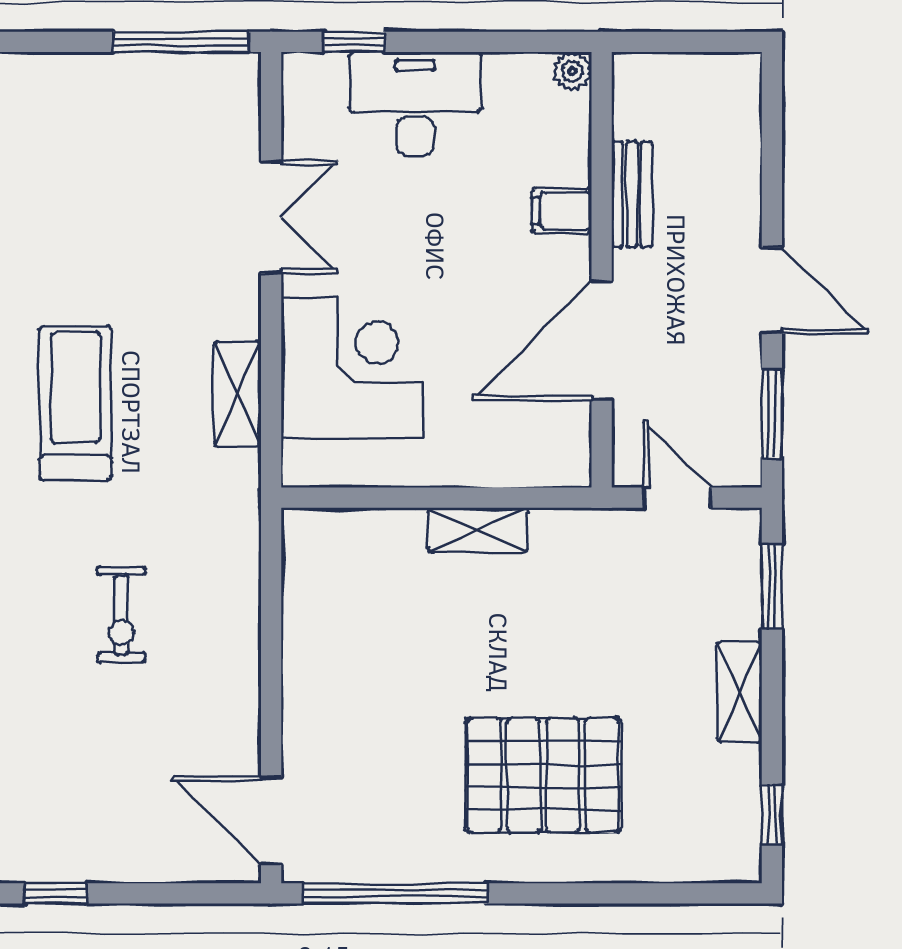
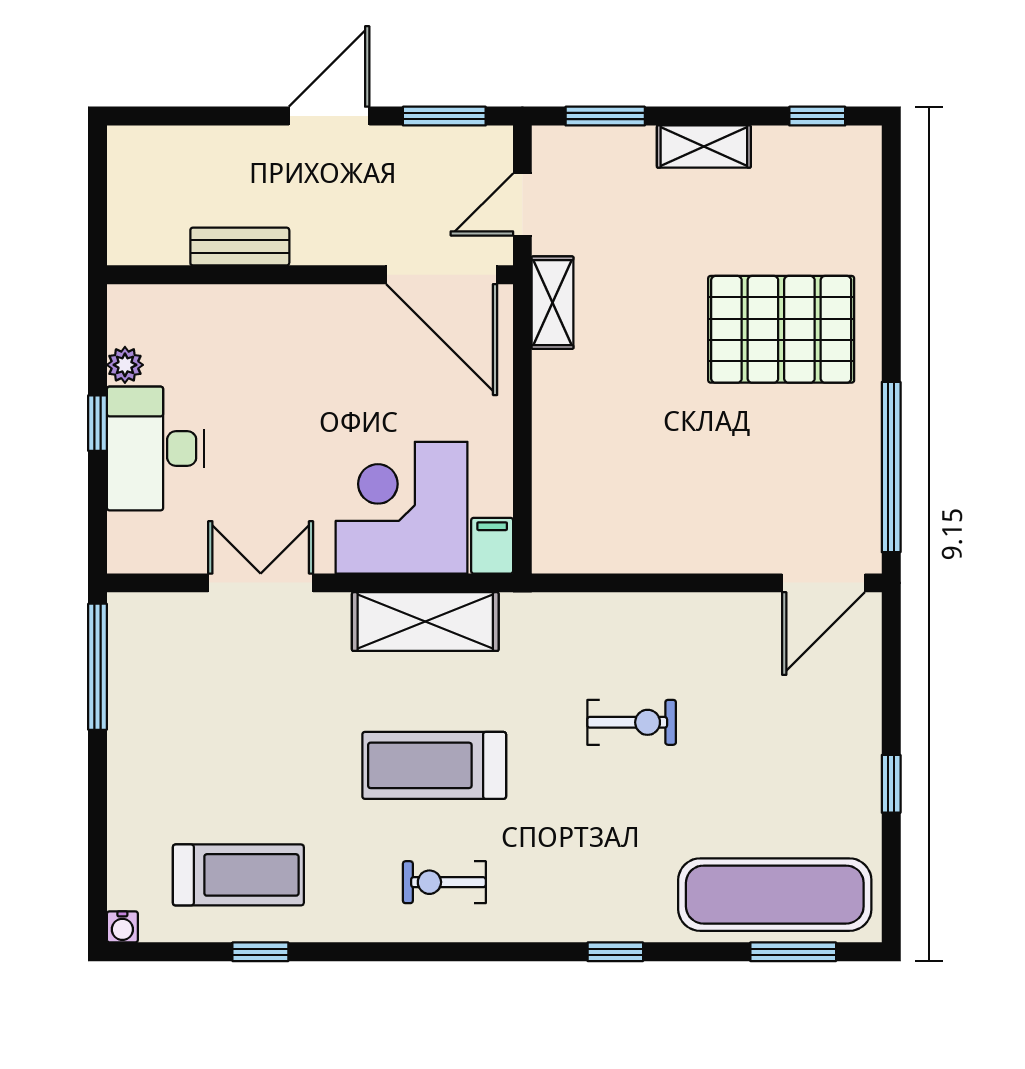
window: (355, 42) -> (98, 423), moved
plant: (572, 71) -> (125, 365), moved
filing cabinet: (562, 211) -> (492, 546), moved, turned 180
door: (602, 341) -> (442, 275), moved
shelving: (237, 393) -> (425, 622), width x1.50, depth x1.33
shelving: (478, 530) -> (553, 303), moved
pallet: (543, 775) -> (781, 329), turned 90

